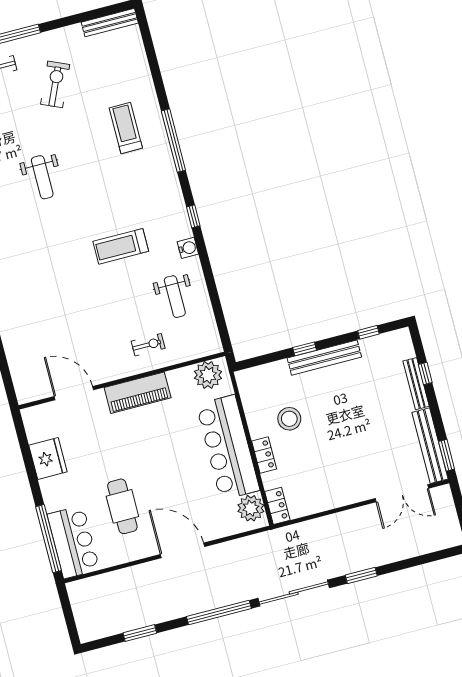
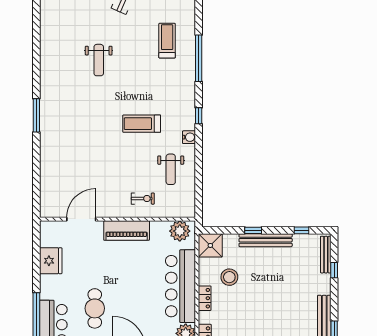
shower: (253, 383) -> (210, 245), added
bench: (416, 384) -> (326, 255), moved
door: (74, 393) -> (81, 219), hinge flipped

